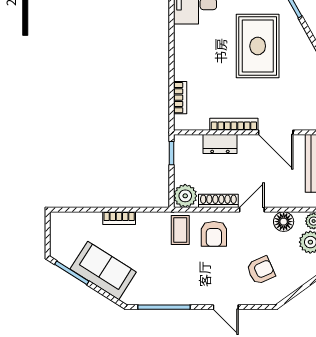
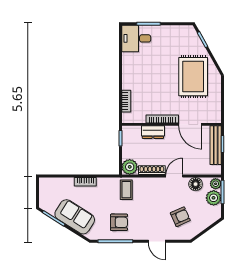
rug: (258, 46) -> (193, 77), moved
armchair: (214, 234) -> (119, 222), moved, turned -90

